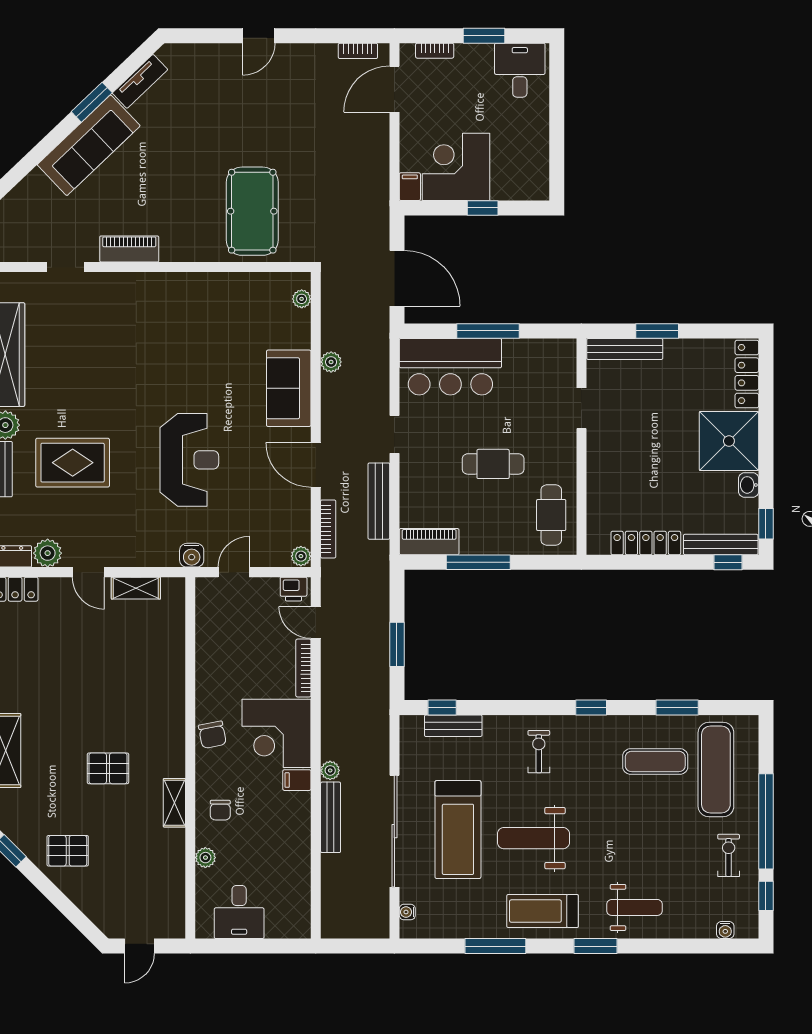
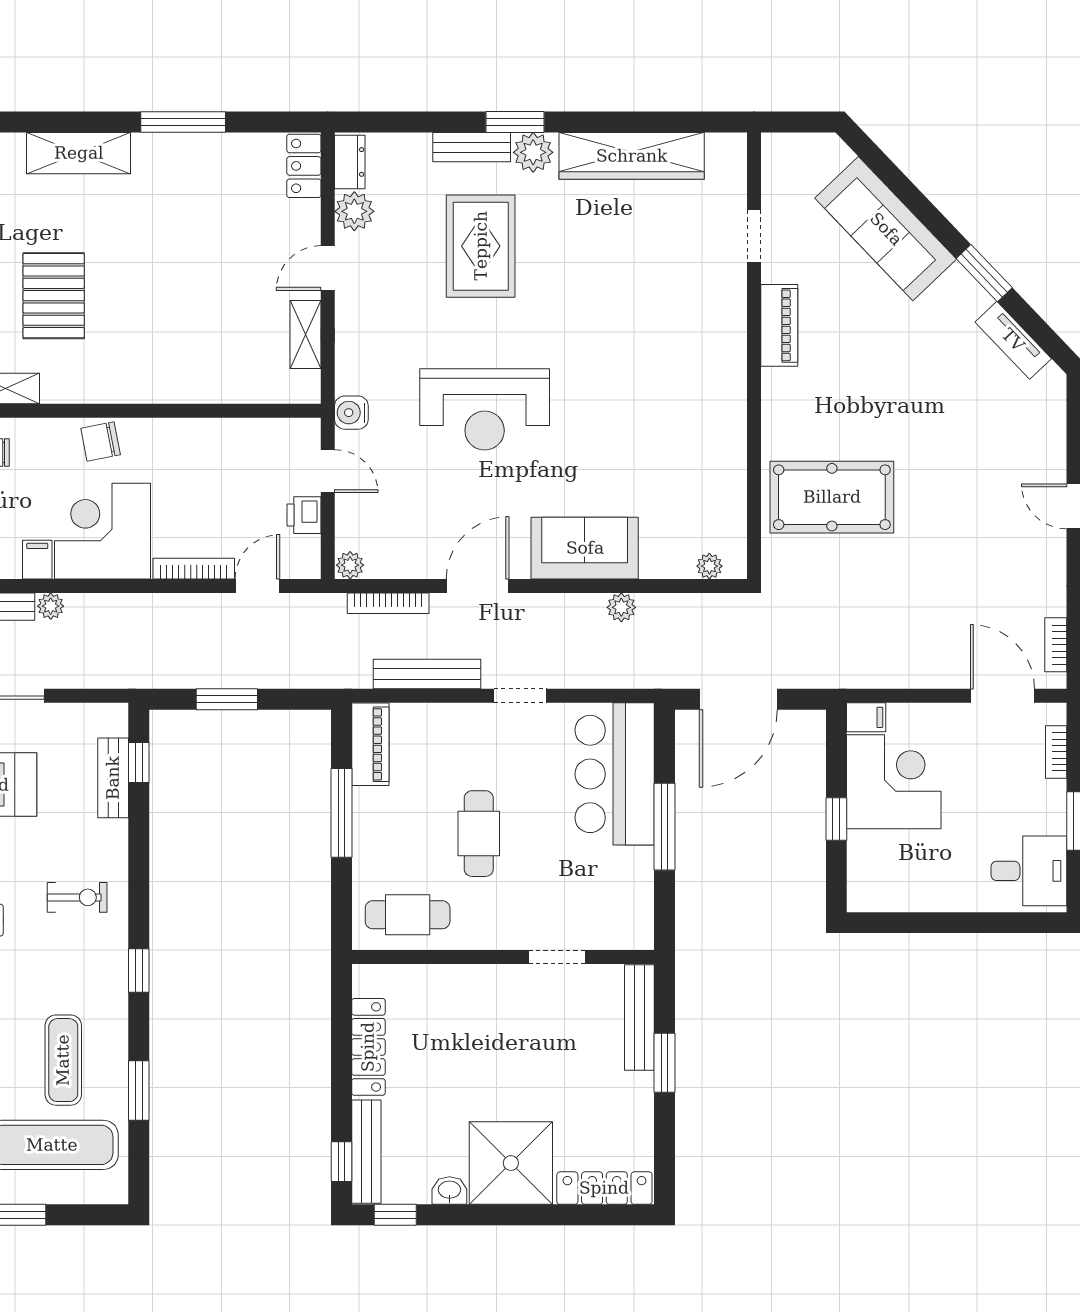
sofa: (89, 145) -> (886, 229), moved
printer: (294, 589) -> (304, 515), moved
pallet: (108, 768) -> (54, 296), width x1.50, depth x1.42

